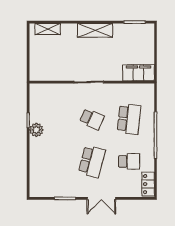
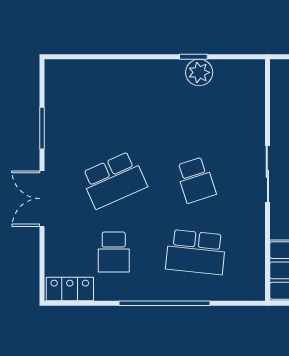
school desk: (92, 119) -> (196, 180), turned -42
plant: (36, 130) -> (199, 72), moved
school desk: (92, 161) -> (114, 180), turned -39

